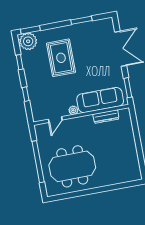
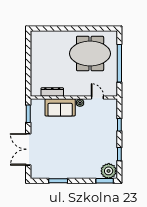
rug: (61, 58) -> (82, 151), removed
sofa: (100, 100) -> (60, 107), width x0.73
door: (55, 120) -> (97, 98), hinge flipped

